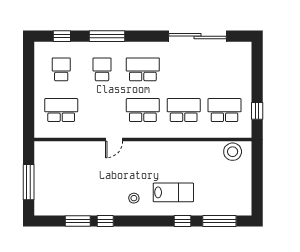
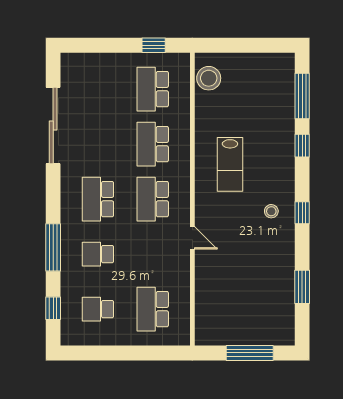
lab bench: (173, 192) -> (230, 164), moved, turned 180
window: (105, 221) -> (302, 213), moved

